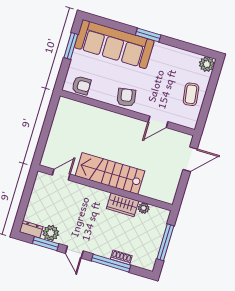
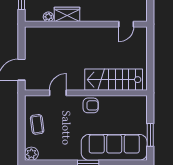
armchair: (81, 85) -> (131, 104), removed
armchair: (126, 98) -> (91, 105), turned -81
stairs: (110, 173) -> (114, 80), moved, turned 180

